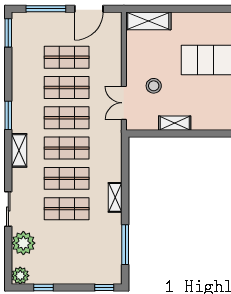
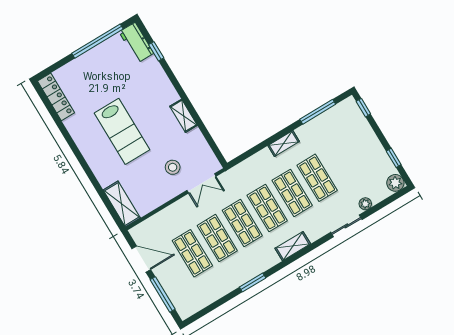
window: (8, 33) -> (201, 313), removed
window: (8, 115) -> (253, 282), moved
shelving: (175, 123) -> (184, 116), moved
plant: (23, 243) -> (365, 204), width x0.53, depth x0.53

